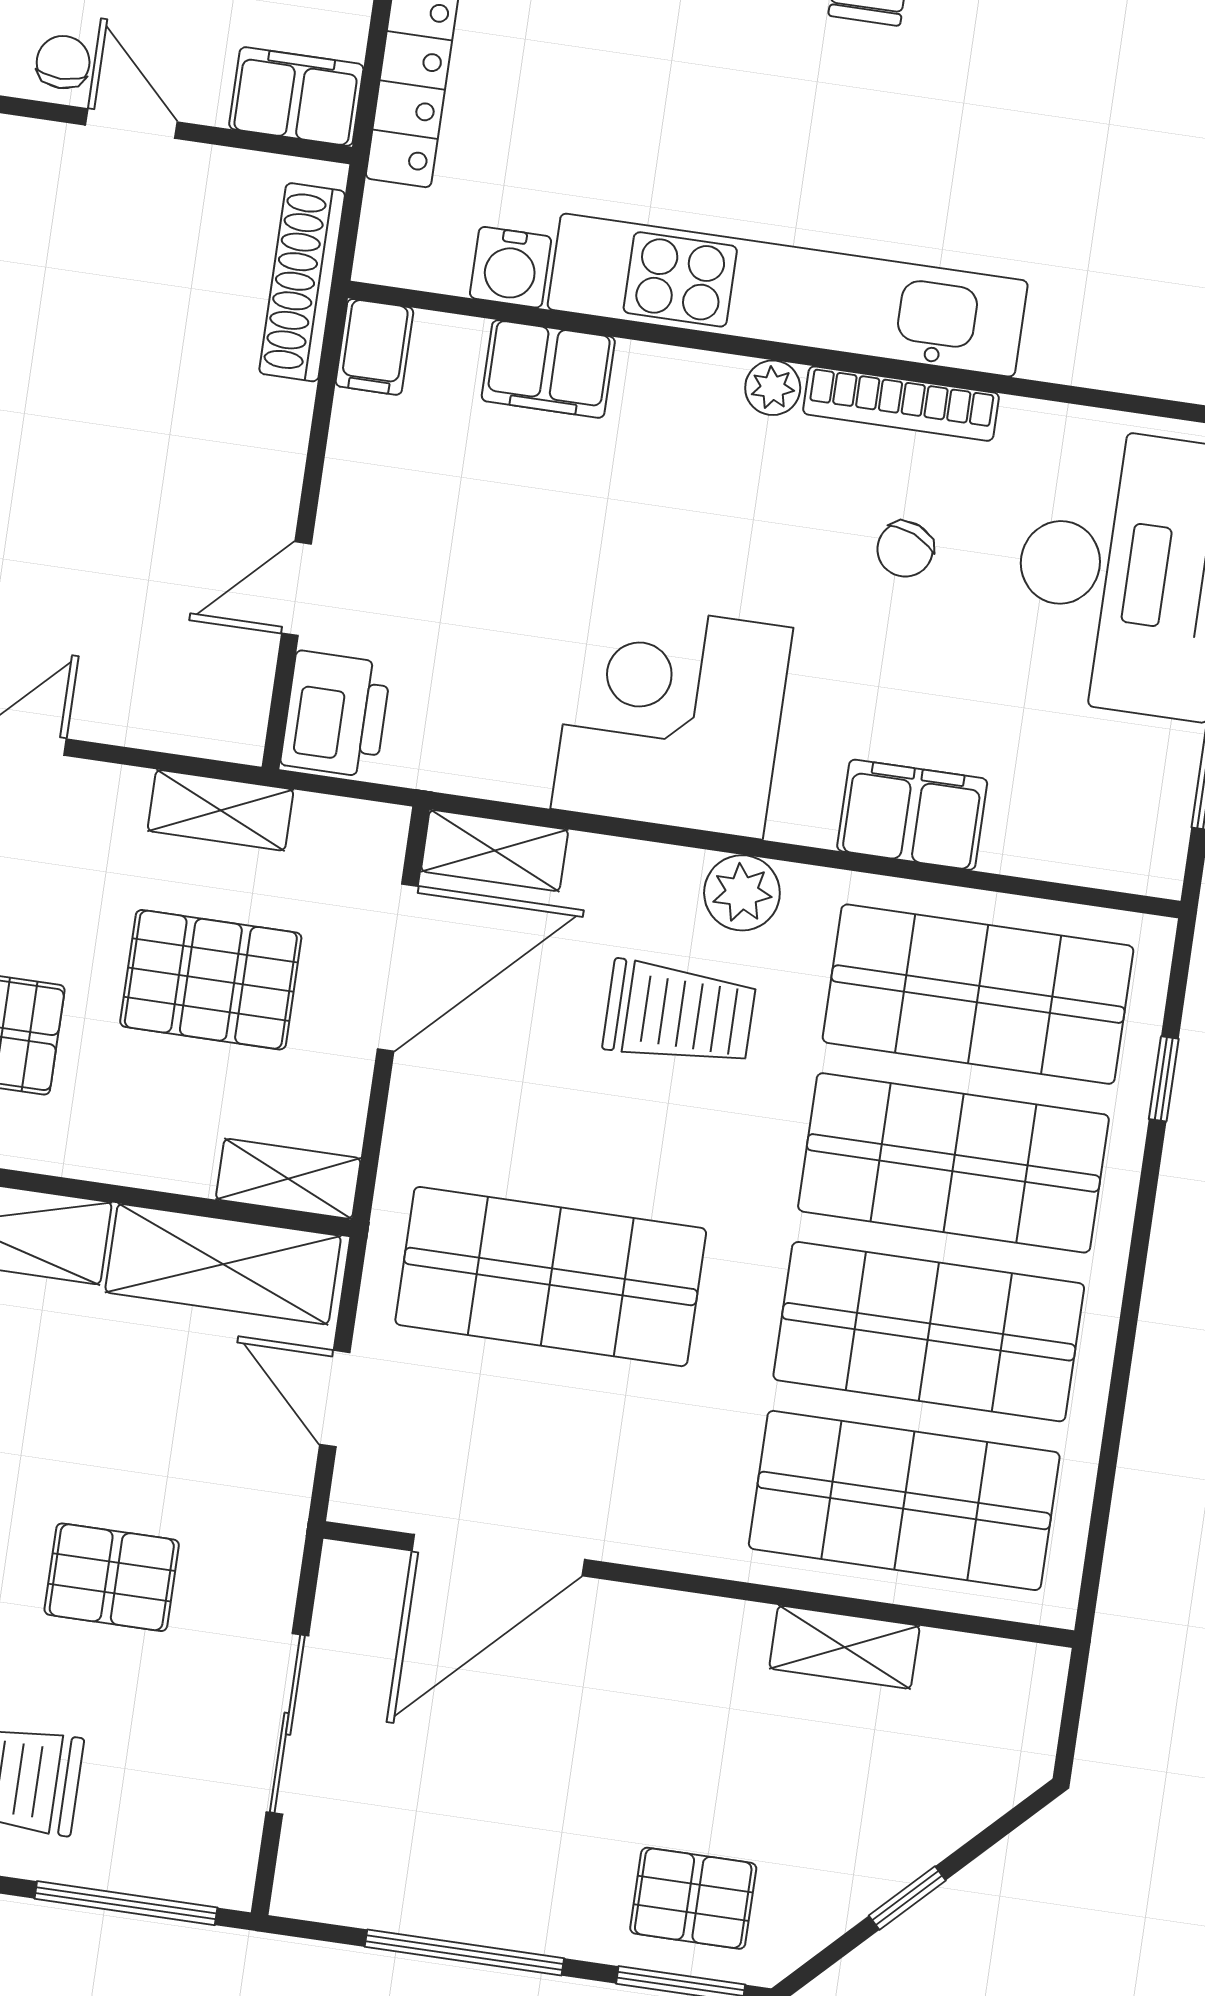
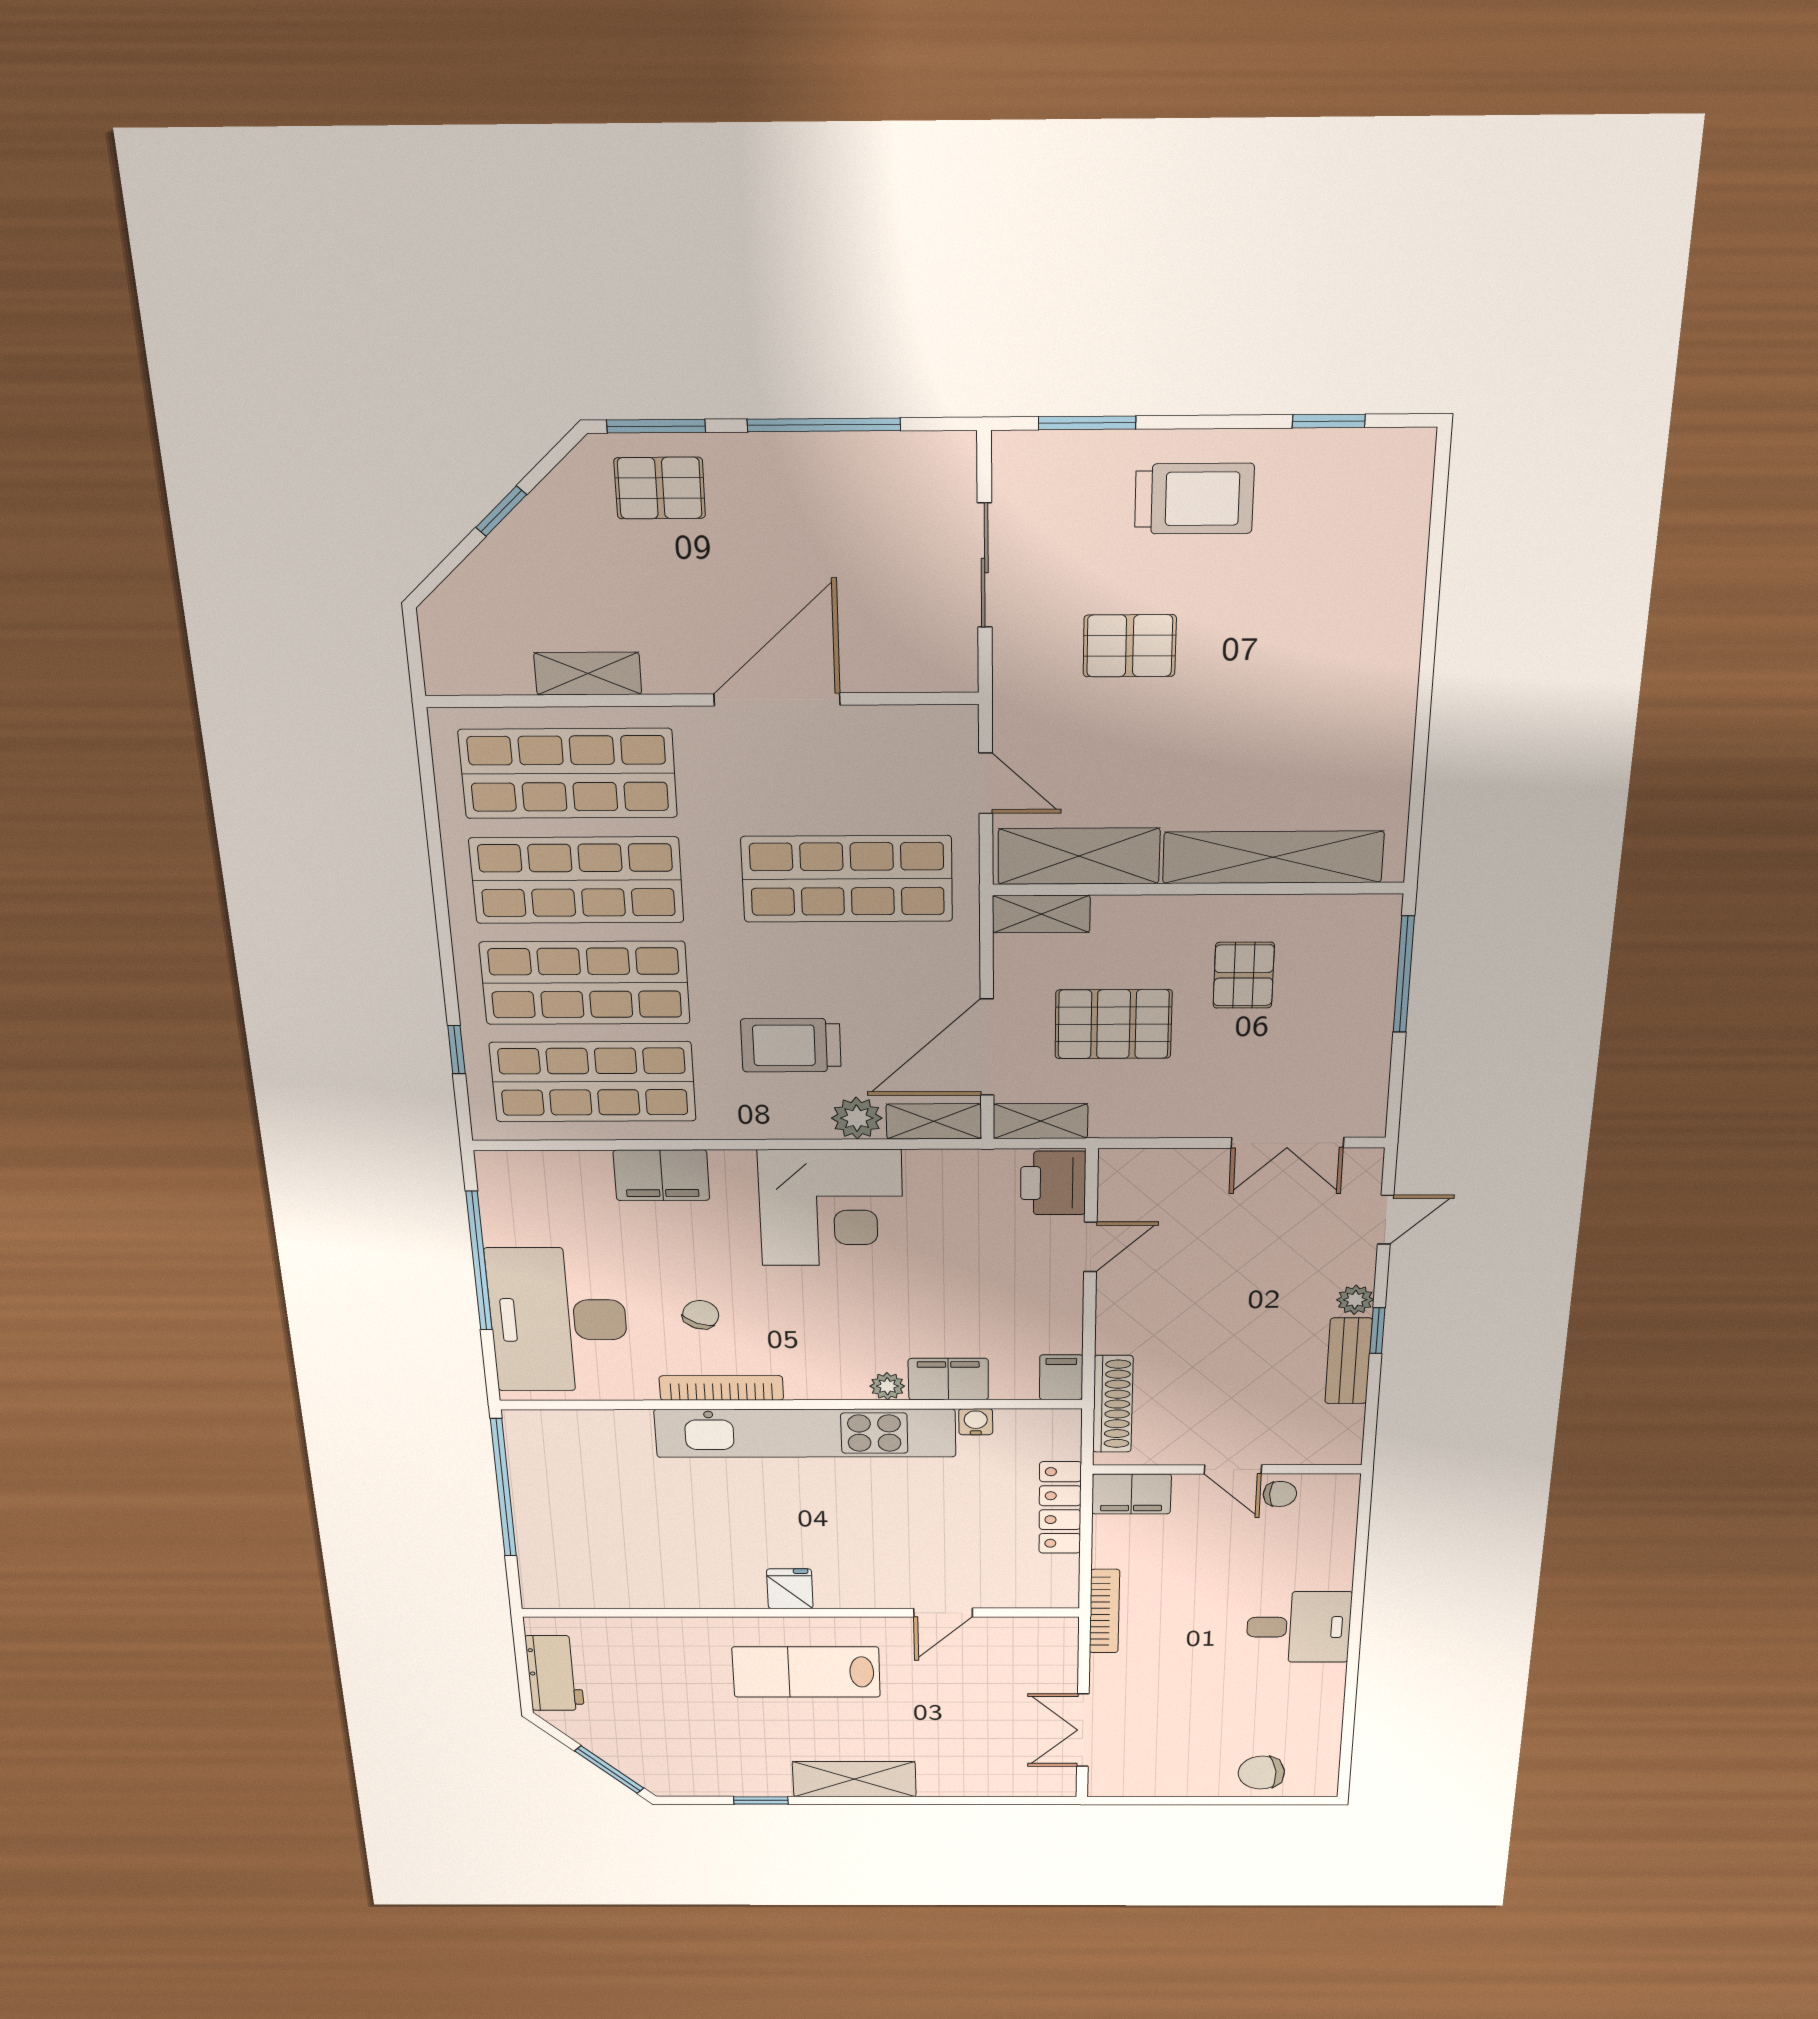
chair: (63, 62) -> (1280, 1494), turned -90
water cooler: (511, 267) -> (976, 1422), width x0.72, depth x0.72
plant: (773, 388) -> (887, 1386), moved
shelving: (221, 810) -> (1040, 1121), moved
plant: (742, 893) -> (857, 1118), moved
door: (498, 1555) -> (777, 699), moved
window: (126, 1903) -> (1087, 423), width x0.69

